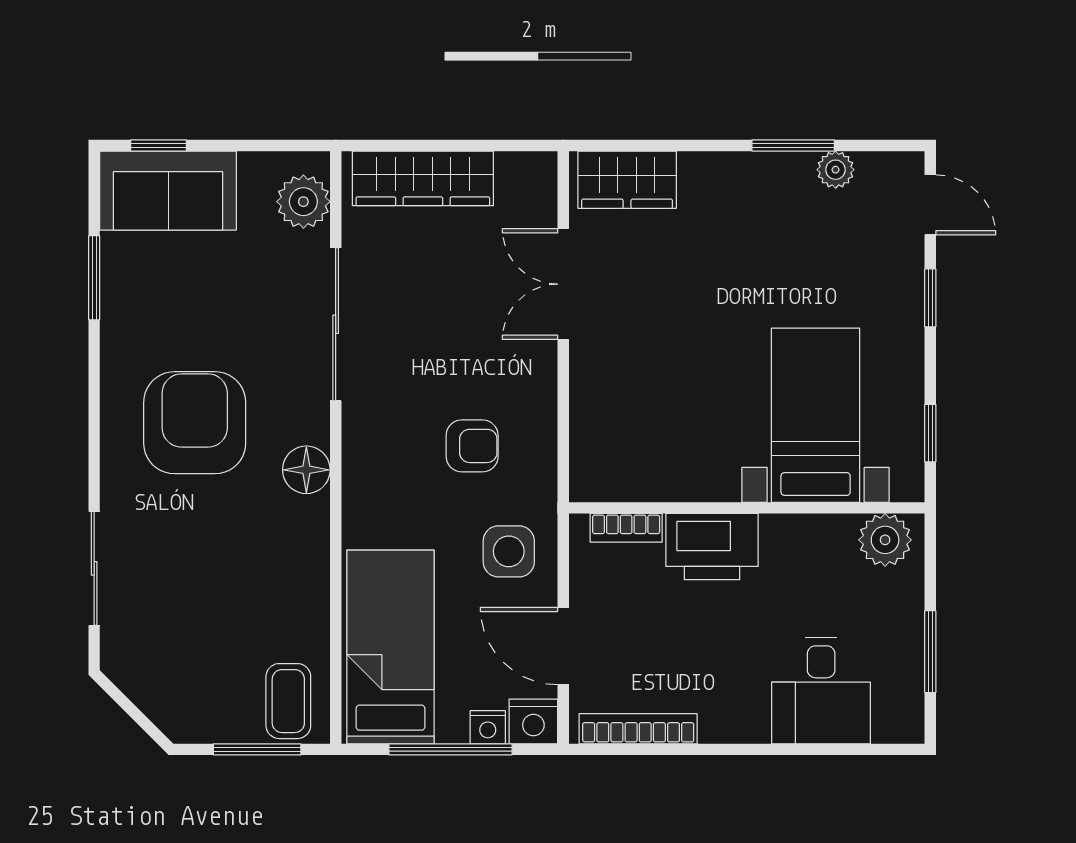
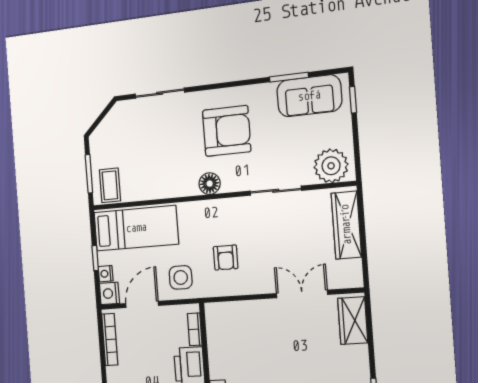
sofa: (168, 191) -> (309, 96), moved, turned -90
plant: (303, 202) -> (331, 166), width x1.36, depth x1.36
sliding door: (336, 324) -> (276, 191), width x0.73
coffee table: (288, 701) -> (110, 185), turned 90
window: (450, 749) -> (95, 258), width x0.46

